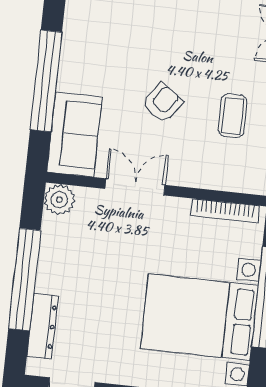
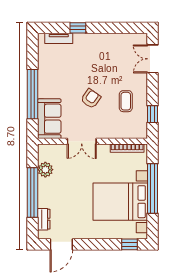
double door: (135, 187) -> (82, 141), swing flipped
plant: (59, 200) -> (45, 170), moved
dresser: (43, 326) -> (44, 219), width x0.70

